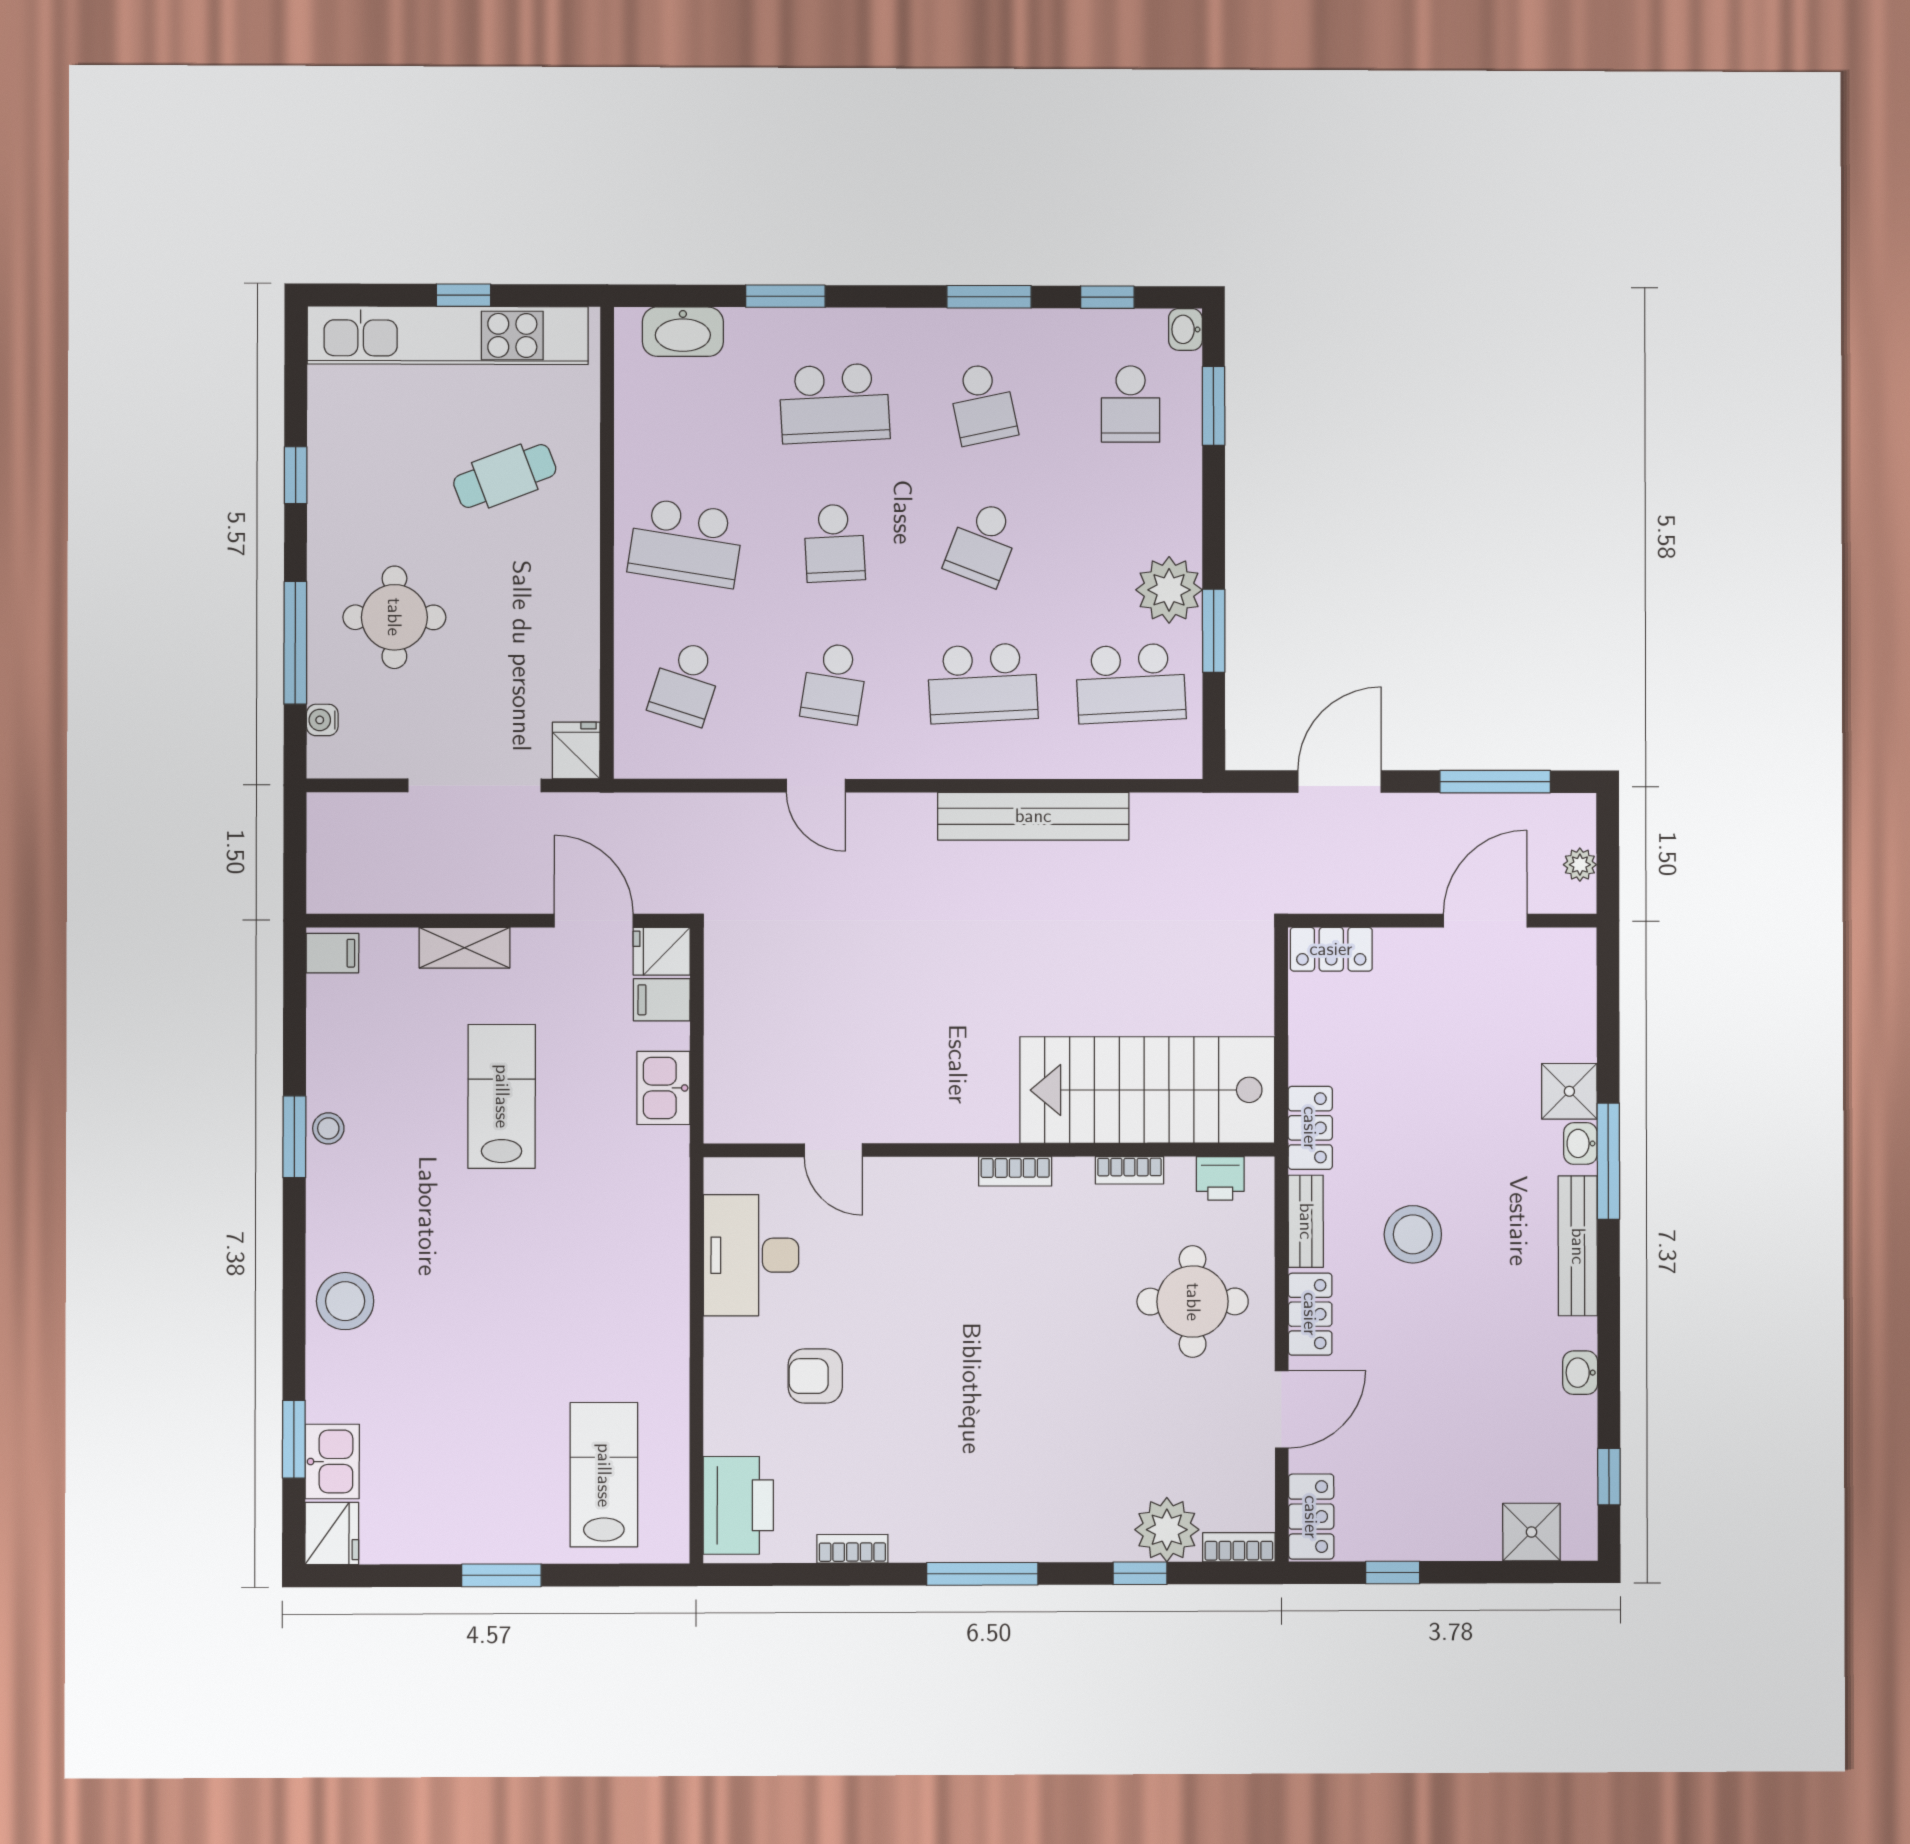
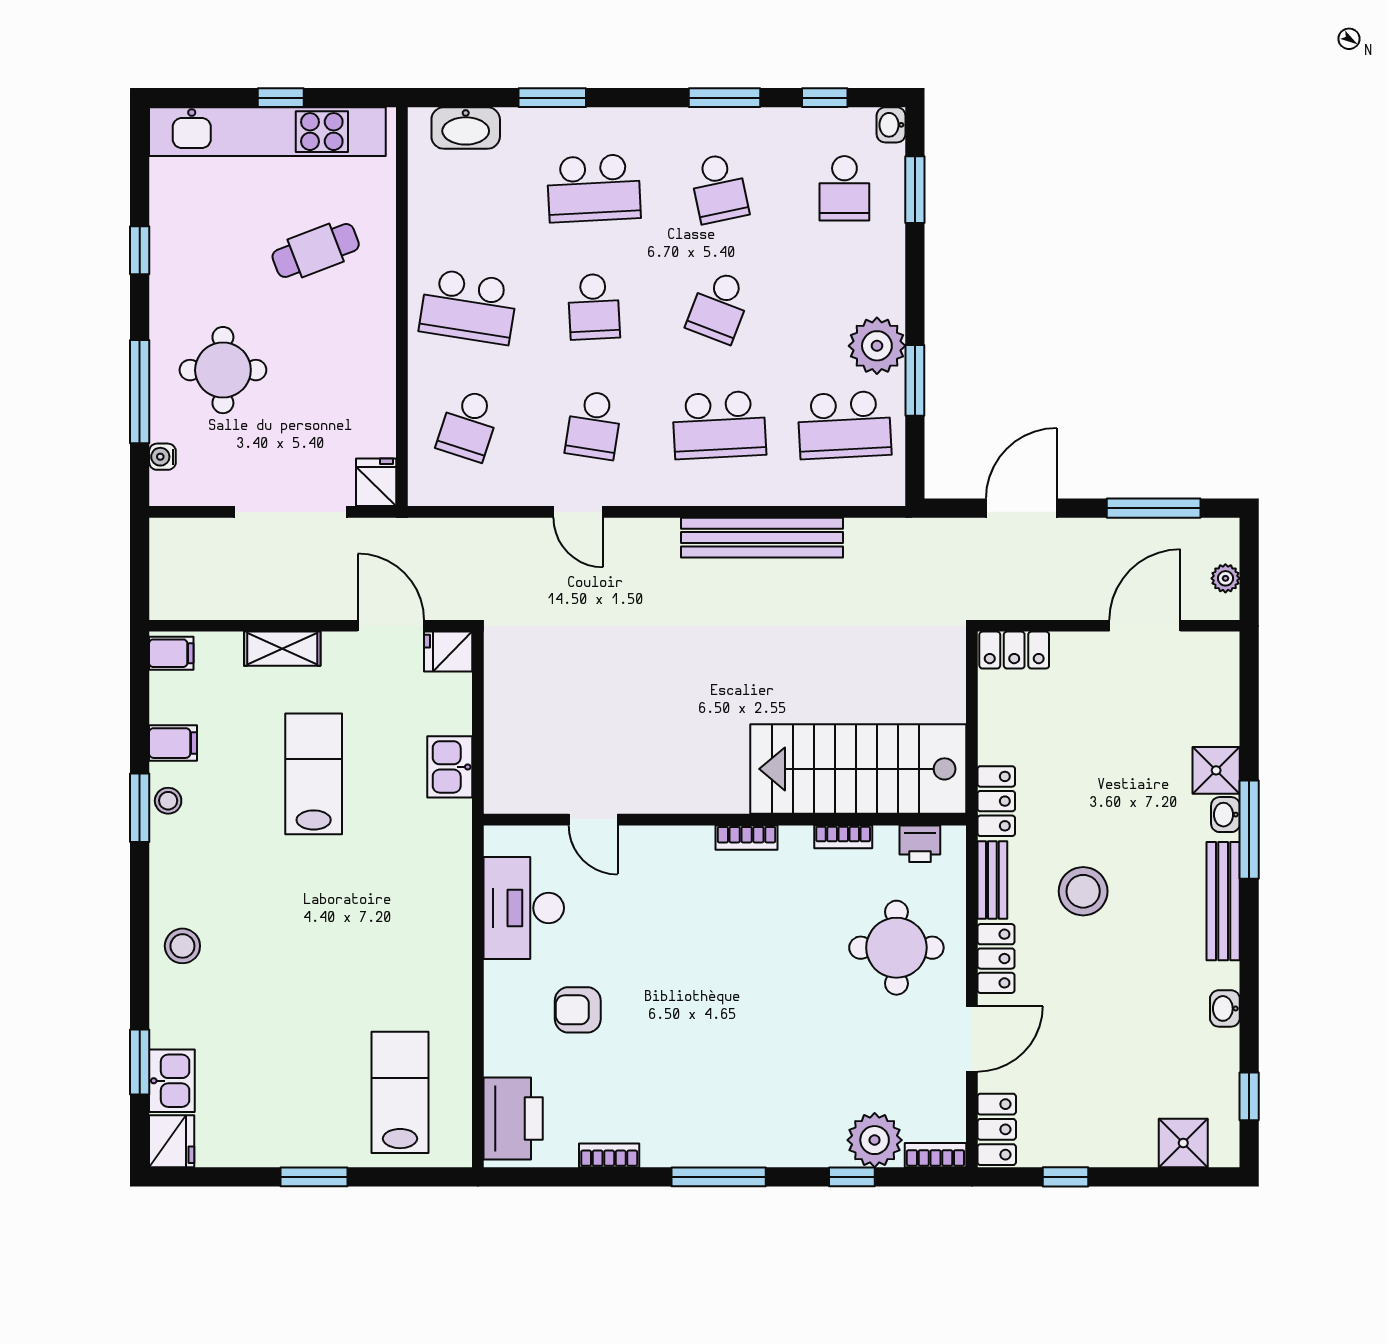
filing cabinet: (662, 1000) -> (173, 743), moved, turned 180
stool: (345, 1301) -> (182, 946), width x0.73, depth x0.73

